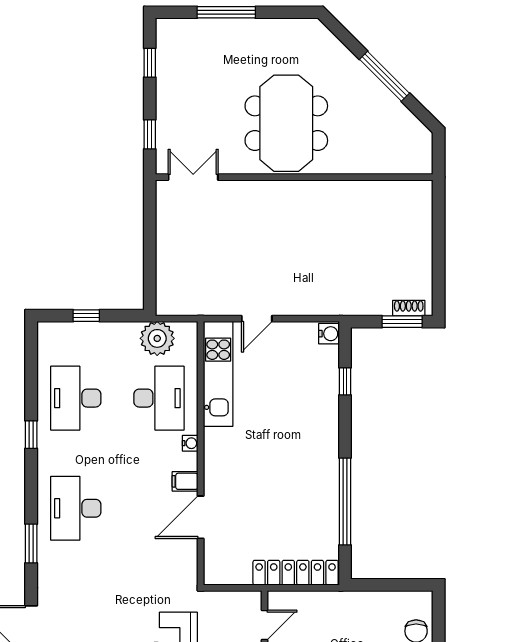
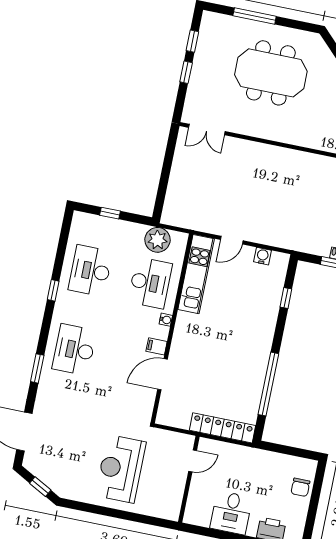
meeting table: (286, 123) -> (271, 73), moved, turned 90
window: (150, 134) -> (186, 72), moved
double door: (193, 177) -> (207, 129), swing flipped
water cooler: (329, 334) -> (263, 256), moved, turned -90

